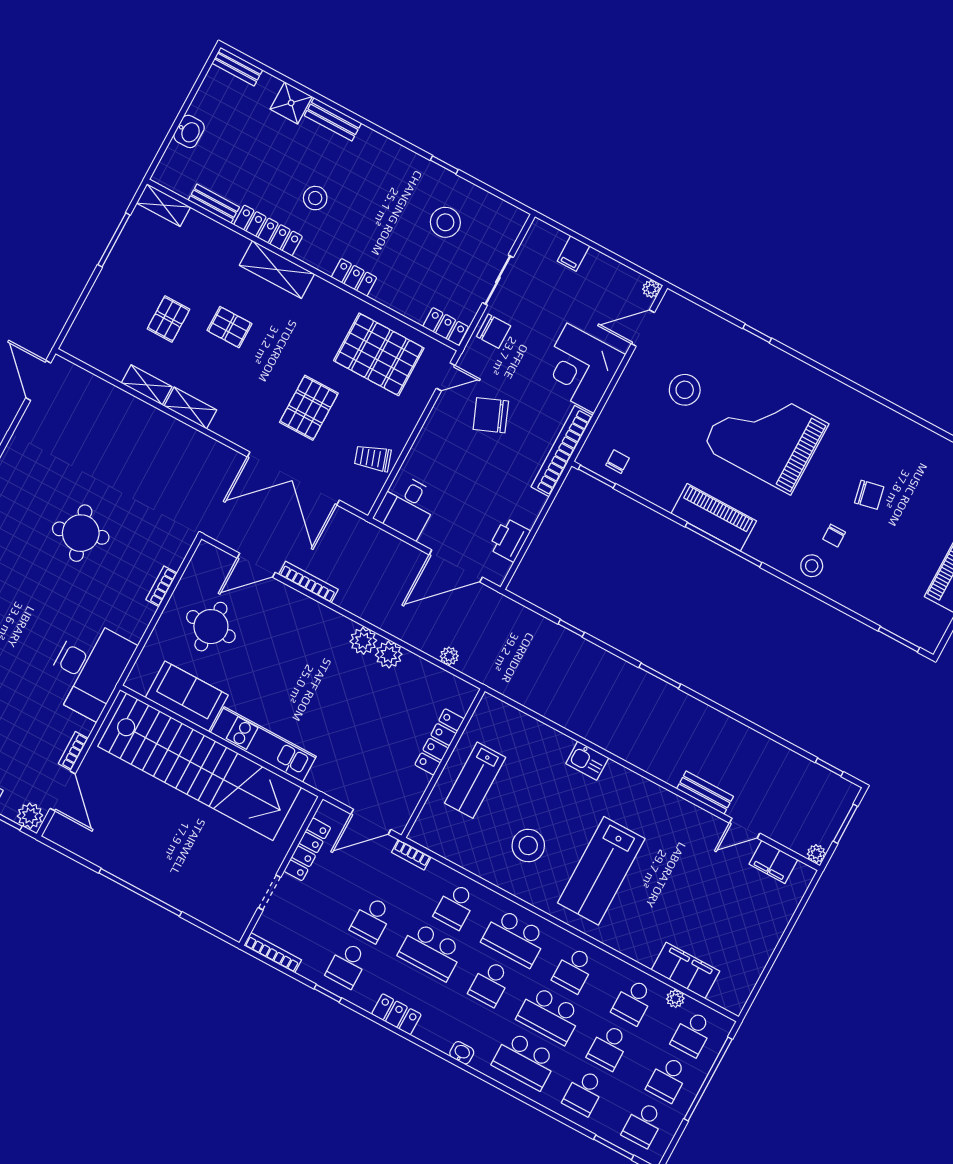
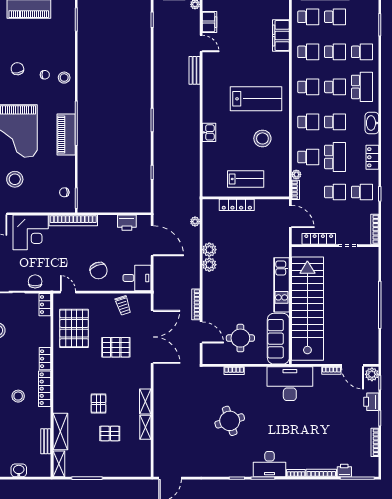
locker: (268, 231) -> (45, 389), moved
shelving: (277, 270) -> (60, 432), moved
chair: (491, 415) -> (99, 271), moved
sofa: (187, 696) -> (278, 339), width x1.36
door: (63, 791) -> (352, 365), swing flipped
school desk: (514, 938) -> (308, 122), width x0.54
plant: (675, 999) -> (296, 174), moved
school desk: (549, 1015) -> (335, 87), width x0.54
washbasin: (462, 1053) -> (372, 123), width x1.91, depth x1.45
school desk: (643, 1124) -> (362, 17), removed

